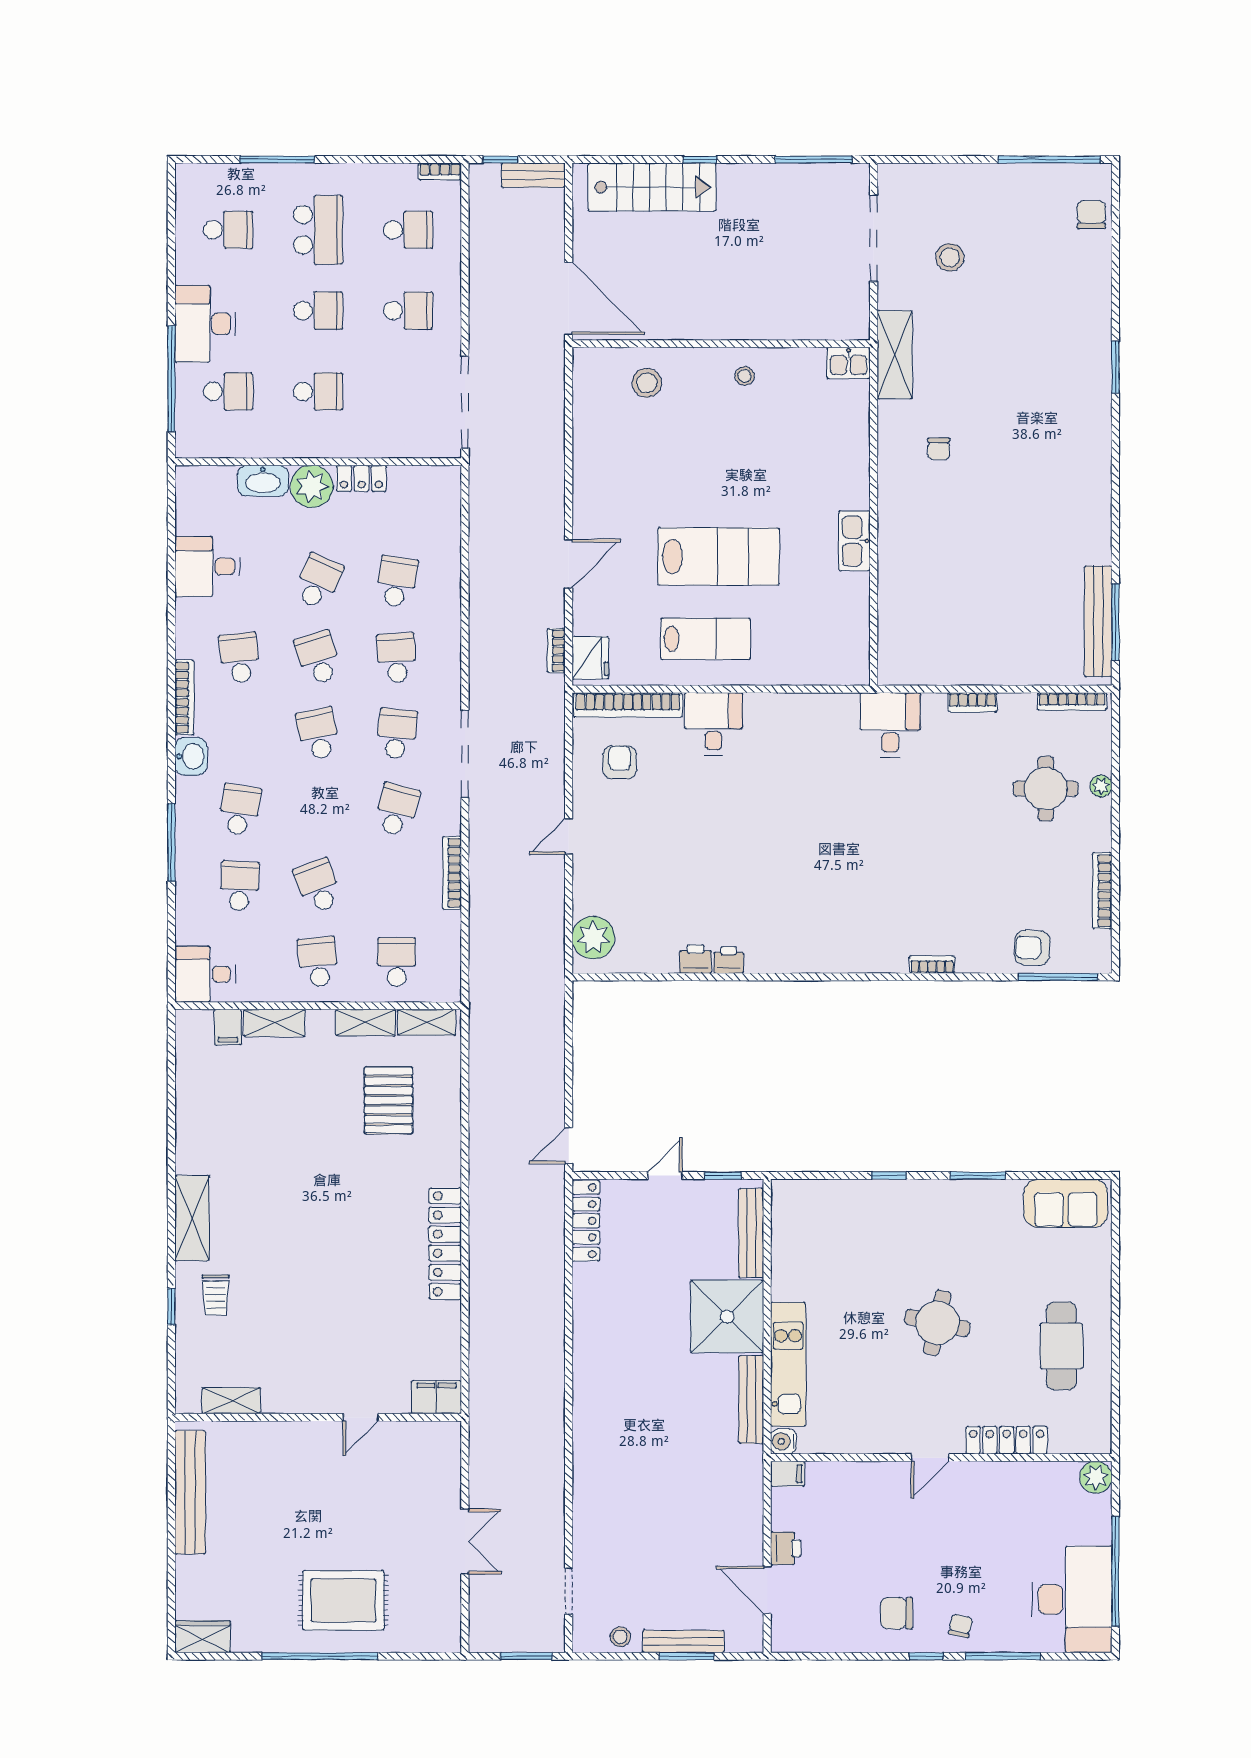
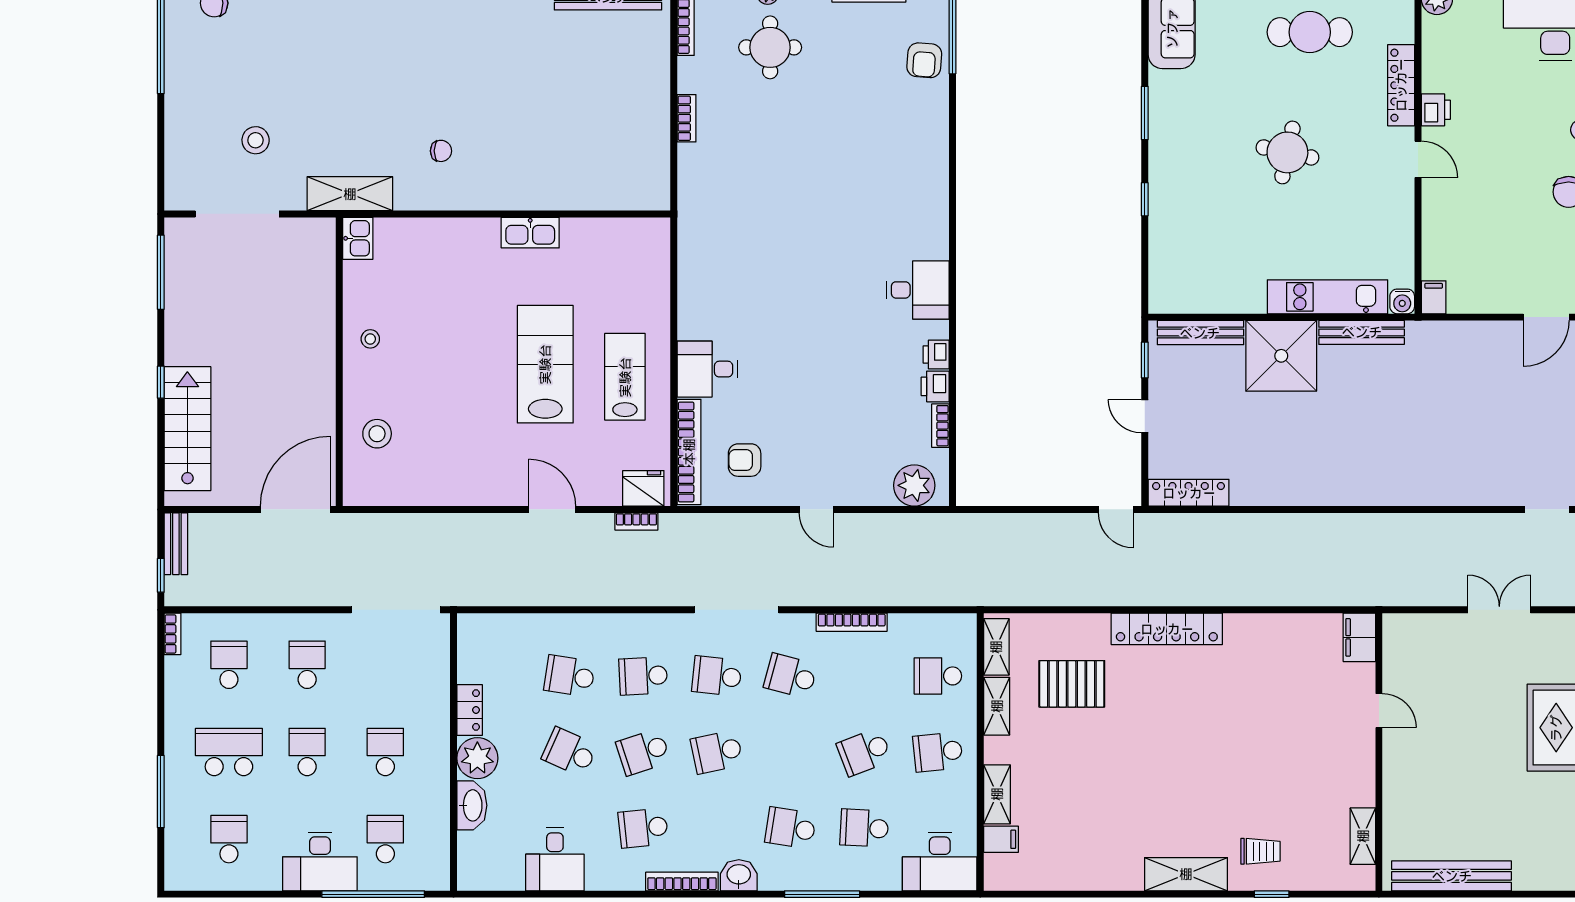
desk: (890, 725) -> (918, 290), moved, turned 180
bookcase: (932, 965) -> (940, 426), moved
desk: (205, 974) -> (940, 862), width x1.37
locker: (445, 1244) -> (1167, 629), moved
printer: (786, 1548) -> (1436, 110), moved, turned 90

